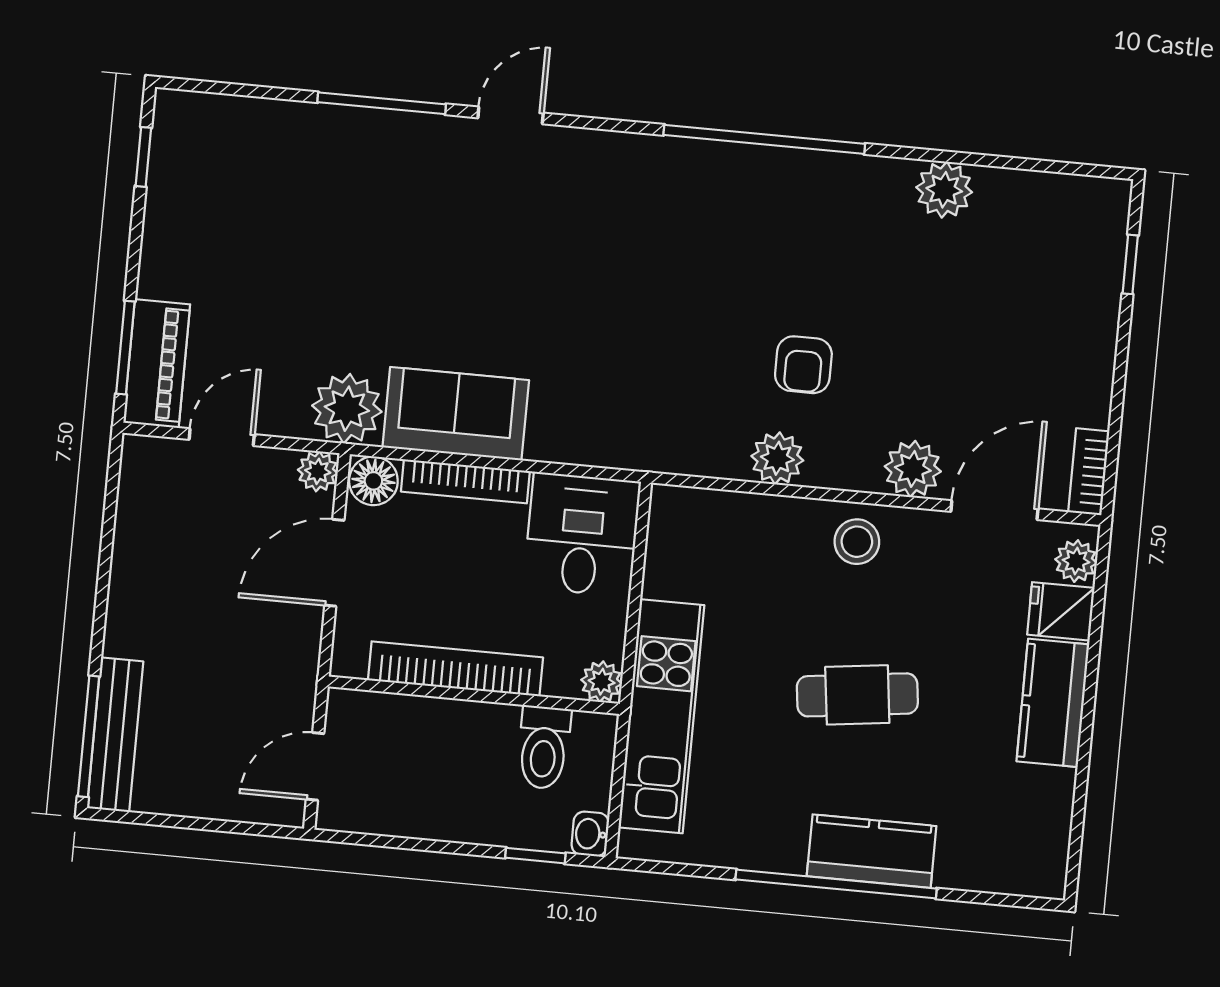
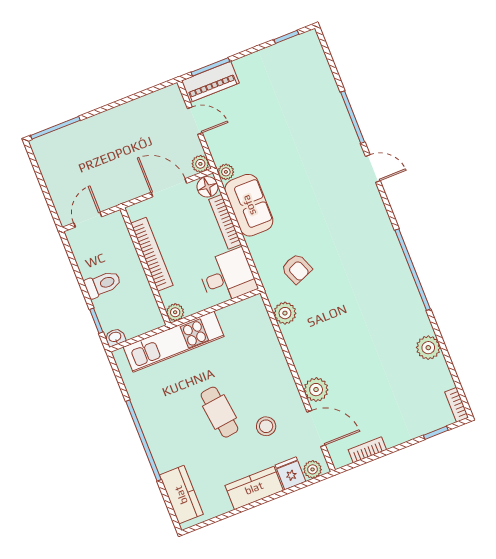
bookcase: (1094, 191) -> (457, 405), added
armchair: (803, 365) -> (297, 269), moved, turned -112
plant: (347, 409) -> (226, 172), width x0.53, depth x0.53
plant: (777, 458) -> (285, 313), moved
bookcase: (1089, 472) -> (367, 450), moved
stool: (857, 542) -> (266, 426), moved
bench: (115, 735) -> (61, 138), removed
toilet: (544, 747) -> (103, 284), moved, turned 180
door: (315, 766) -> (88, 220), hinge flipped
kitchen counter: (872, 851) -> (181, 495), moved

